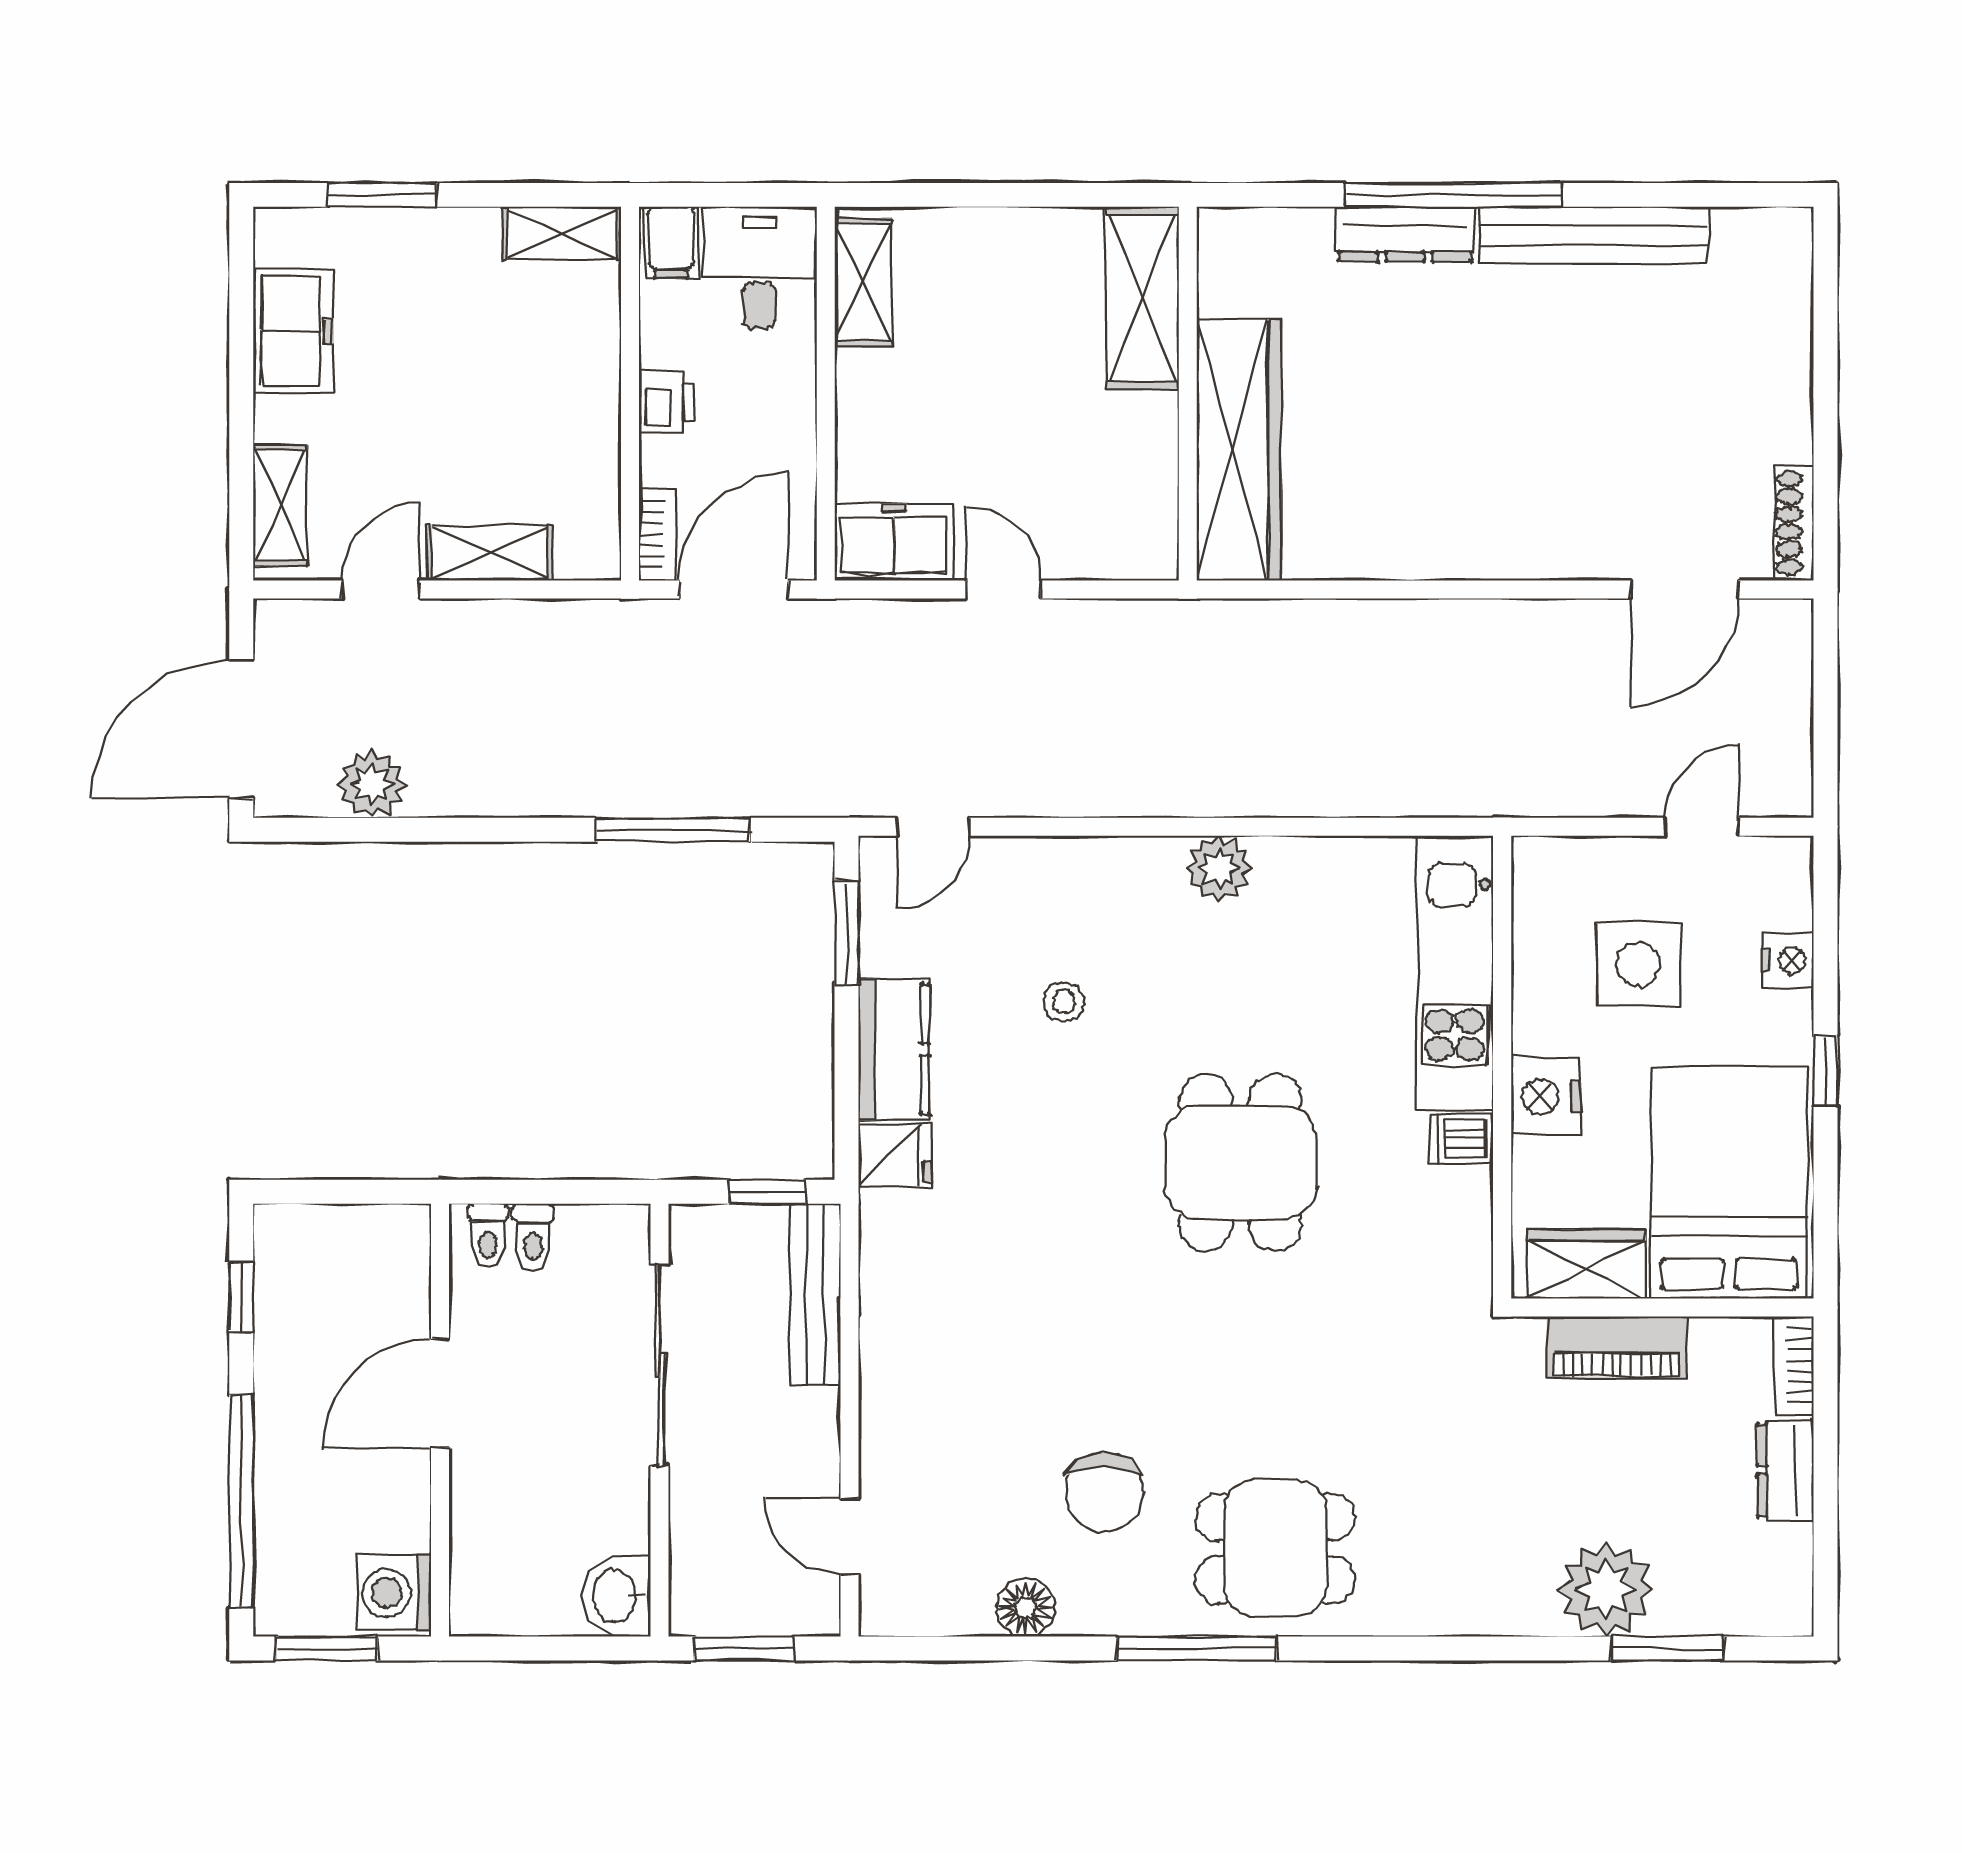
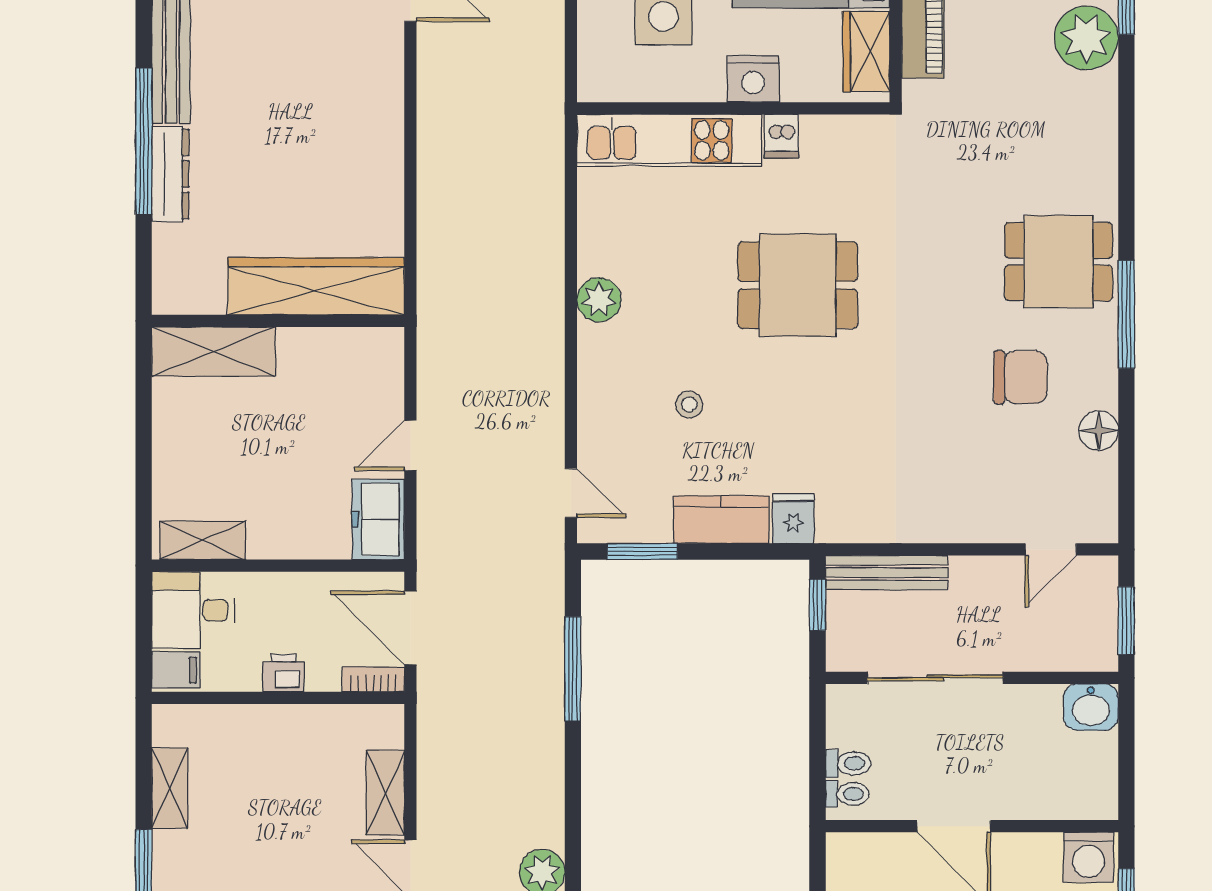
shelving: (562, 233) -> (170, 788), moved
dining table: (1275, 1548) -> (1059, 262), turned 90

